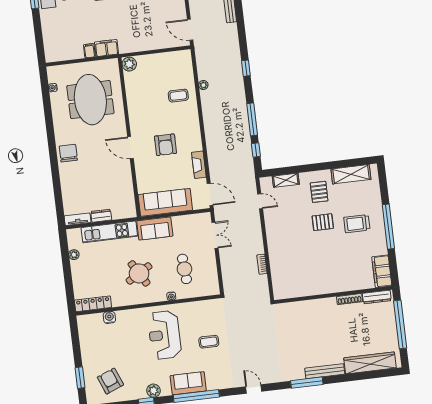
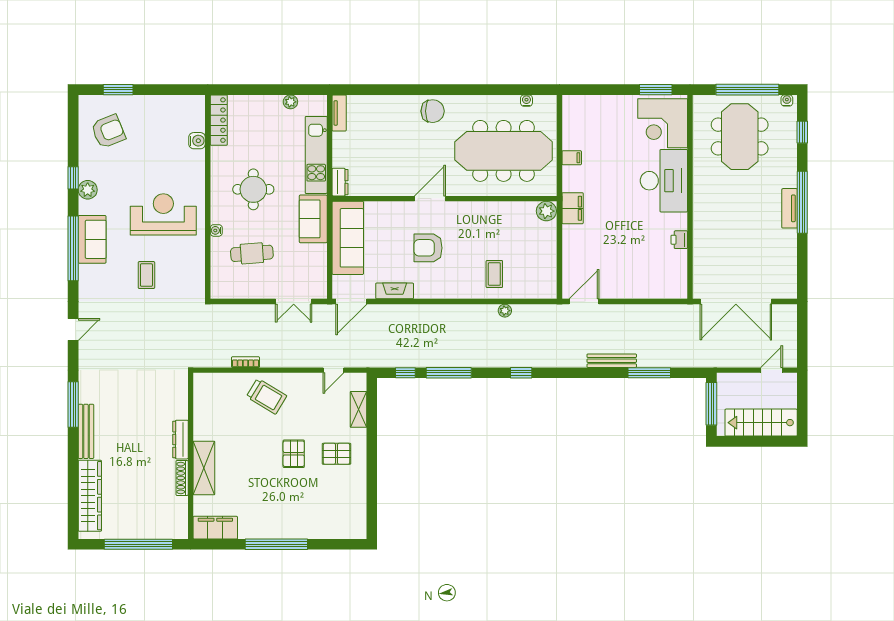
filing cabinet: (106, 48) -> (573, 208), moved
meeting table: (90, 100) -> (504, 151), width x1.36
shelving: (351, 174) -> (204, 468), moved
dresser: (101, 216) -> (340, 182), moved
trolley: (357, 224) -> (266, 396), moved, turned 121
round table: (139, 273) -> (253, 189), turned 31
dresser: (377, 297) -> (180, 440), moved

